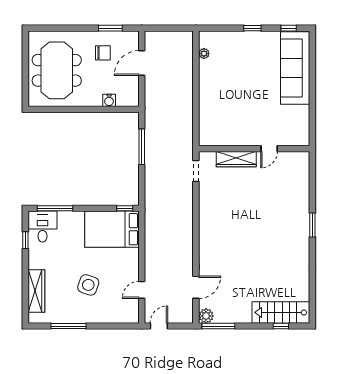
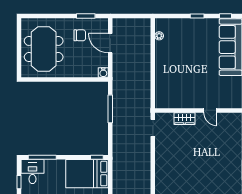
door: (142, 63) -> (110, 43), hinge flipped
water cooler: (109, 100) -> (103, 73), moved
door: (269, 149) -> (210, 110), hinge flipped
wardrobe: (236, 159) -> (184, 119), width x0.67

